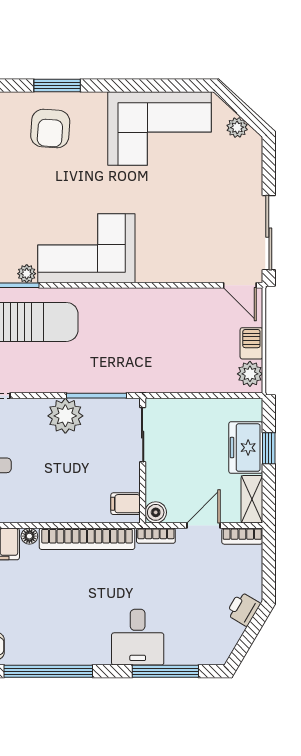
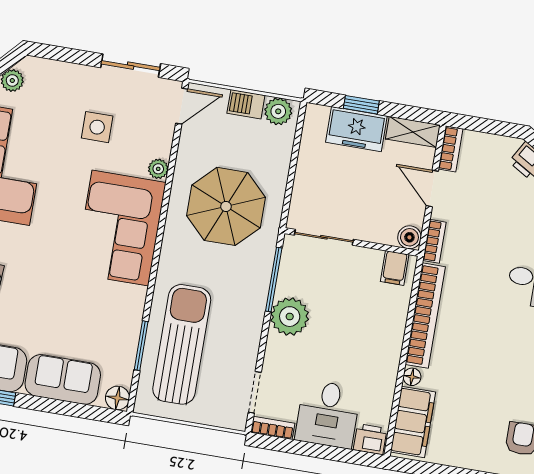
side table: (208, 212) -> (97, 127), added
sliding door: (269, 233) -> (131, 66), width x0.73
corner sofa: (86, 248) -> (120, 228), moved
plant: (27, 274) -> (158, 169), moved
parasol: (156, 341) -> (226, 206), added

